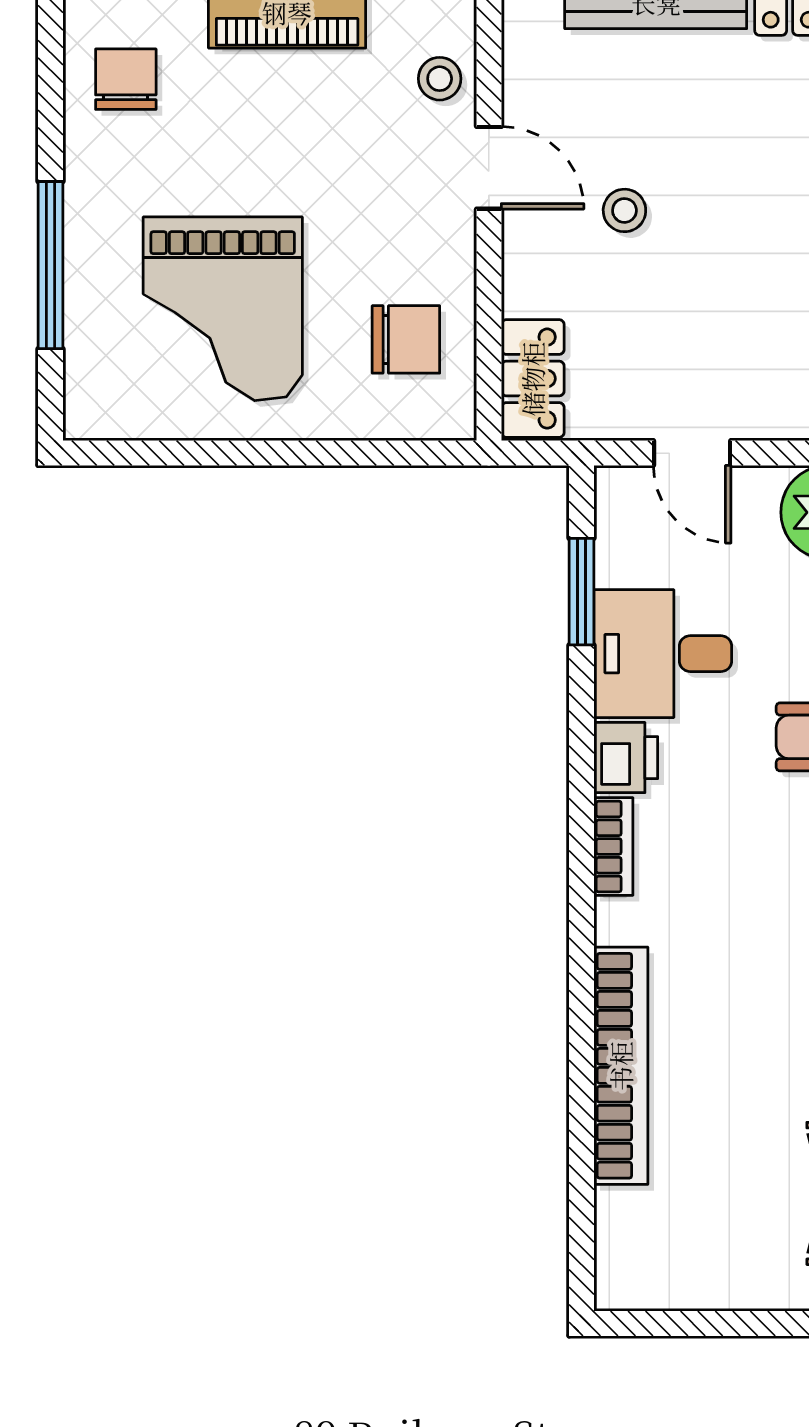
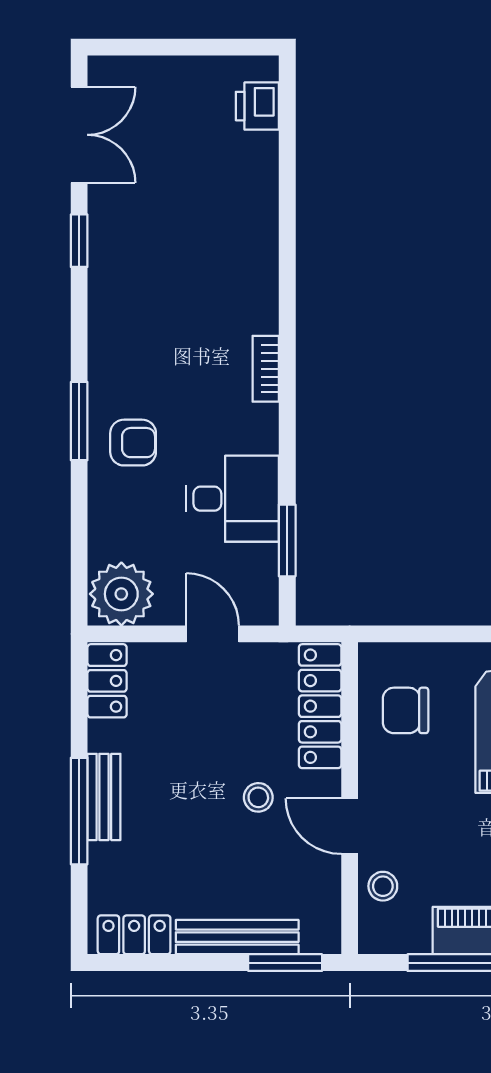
locker: (533, 379) -> (320, 706), width x1.53
printer: (626, 758) -> (257, 106), moved
bookcase: (621, 1066) -> (261, 221), removed

